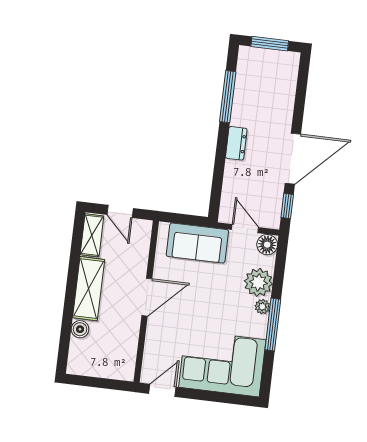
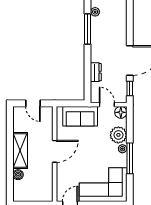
plant: (244, 69) -> (95, 12), added
dresser: (236, 143) -> (96, 72), moved
shelving: (92, 235) -> (18, 119), removed

